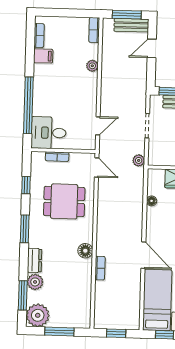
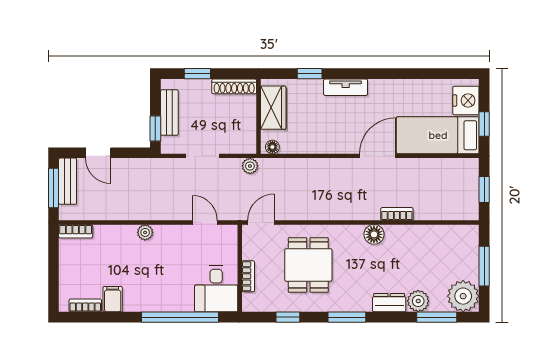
plant: (92, 66) -> (145, 232), moved
floor lamp: (152, 201) -> (272, 147), moved

